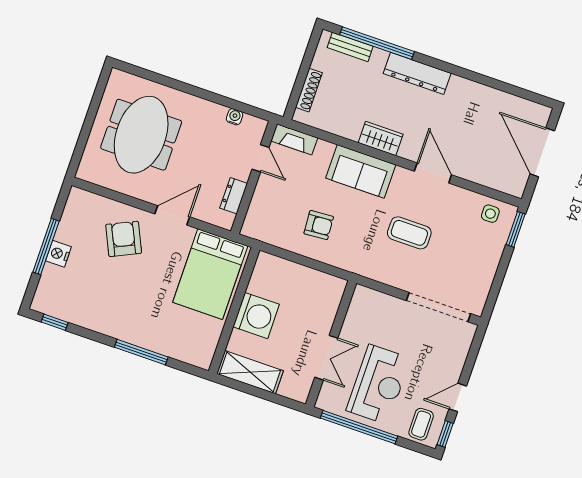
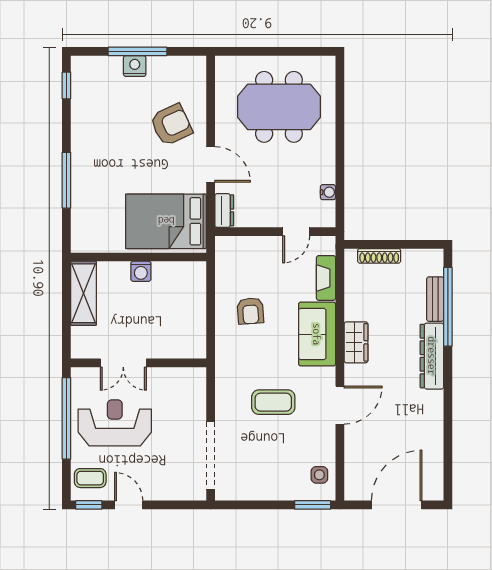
bench: (350, 47) -> (435, 299), moved
fireplace: (294, 139) -> (326, 278), moved
dresser: (234, 196) -> (224, 210), moved, turned 90
coffee table: (409, 233) -> (273, 402), turned 90
washing machine: (256, 316) -> (141, 271), width x0.53, depth x0.53
reception desk: (378, 384) -> (115, 423), turned 180

